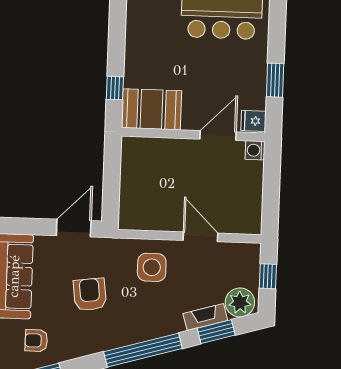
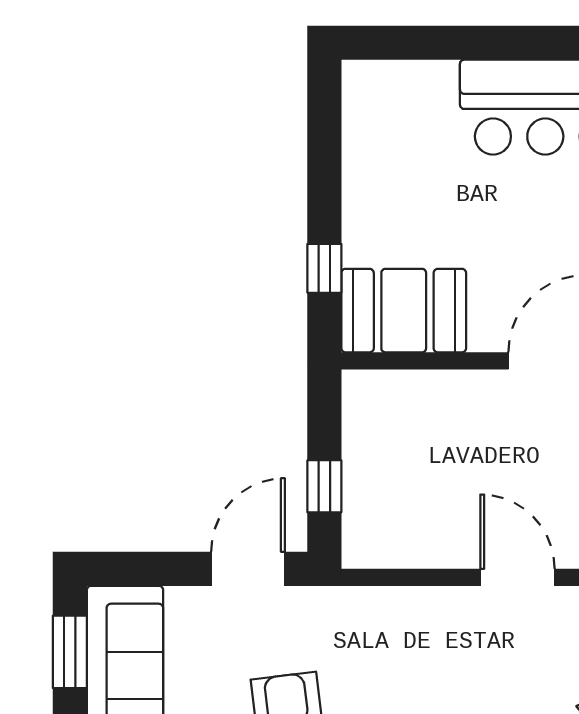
window: (111, 191) -> (324, 486), added
side table: (152, 267) -> (417, 646), removed

